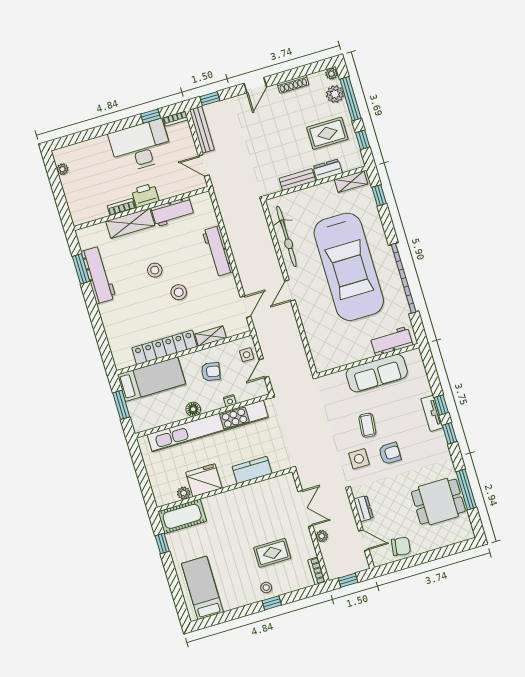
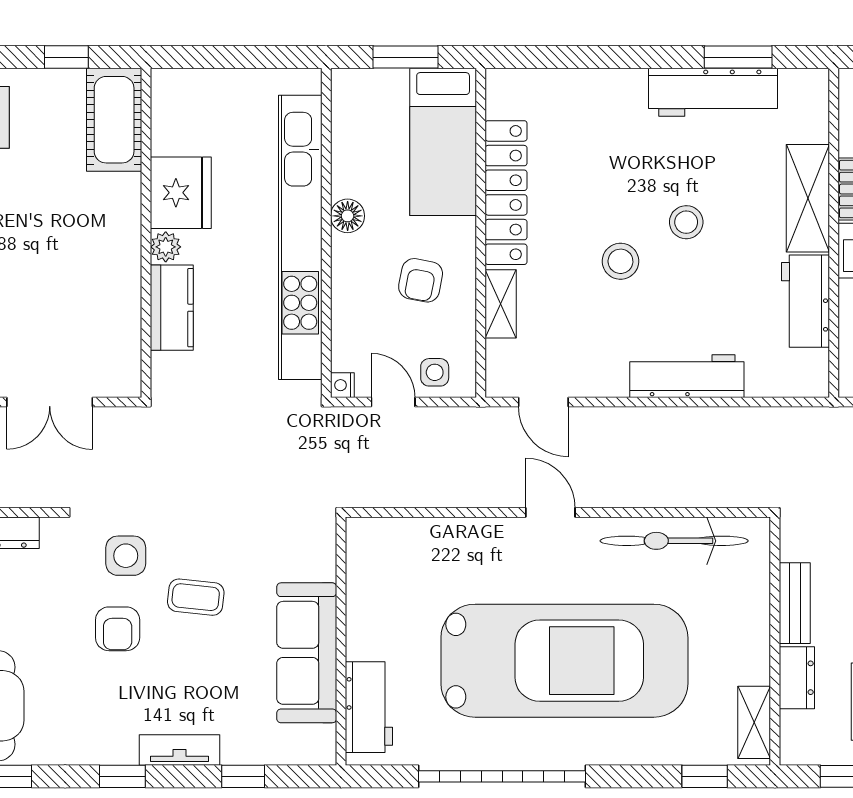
car: (349, 267) -> (564, 661), turned 180
nightstand: (230, 401) -> (342, 385), moved
window: (441, 405) -> (243, 776), moved
plant: (184, 493) -> (166, 247), moved

